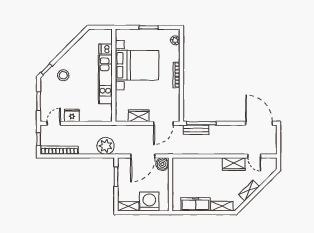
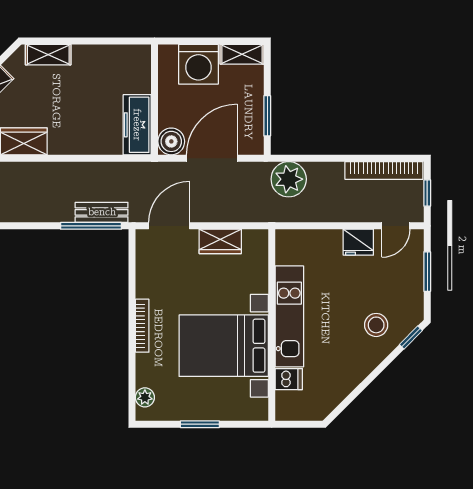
freezer: (195, 204) -> (137, 125), moved, turned 90

